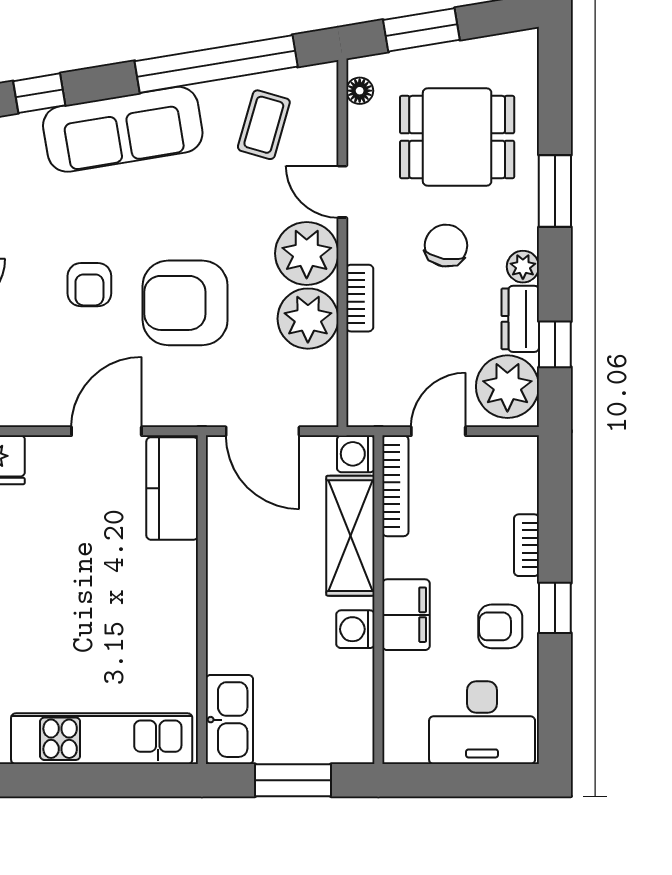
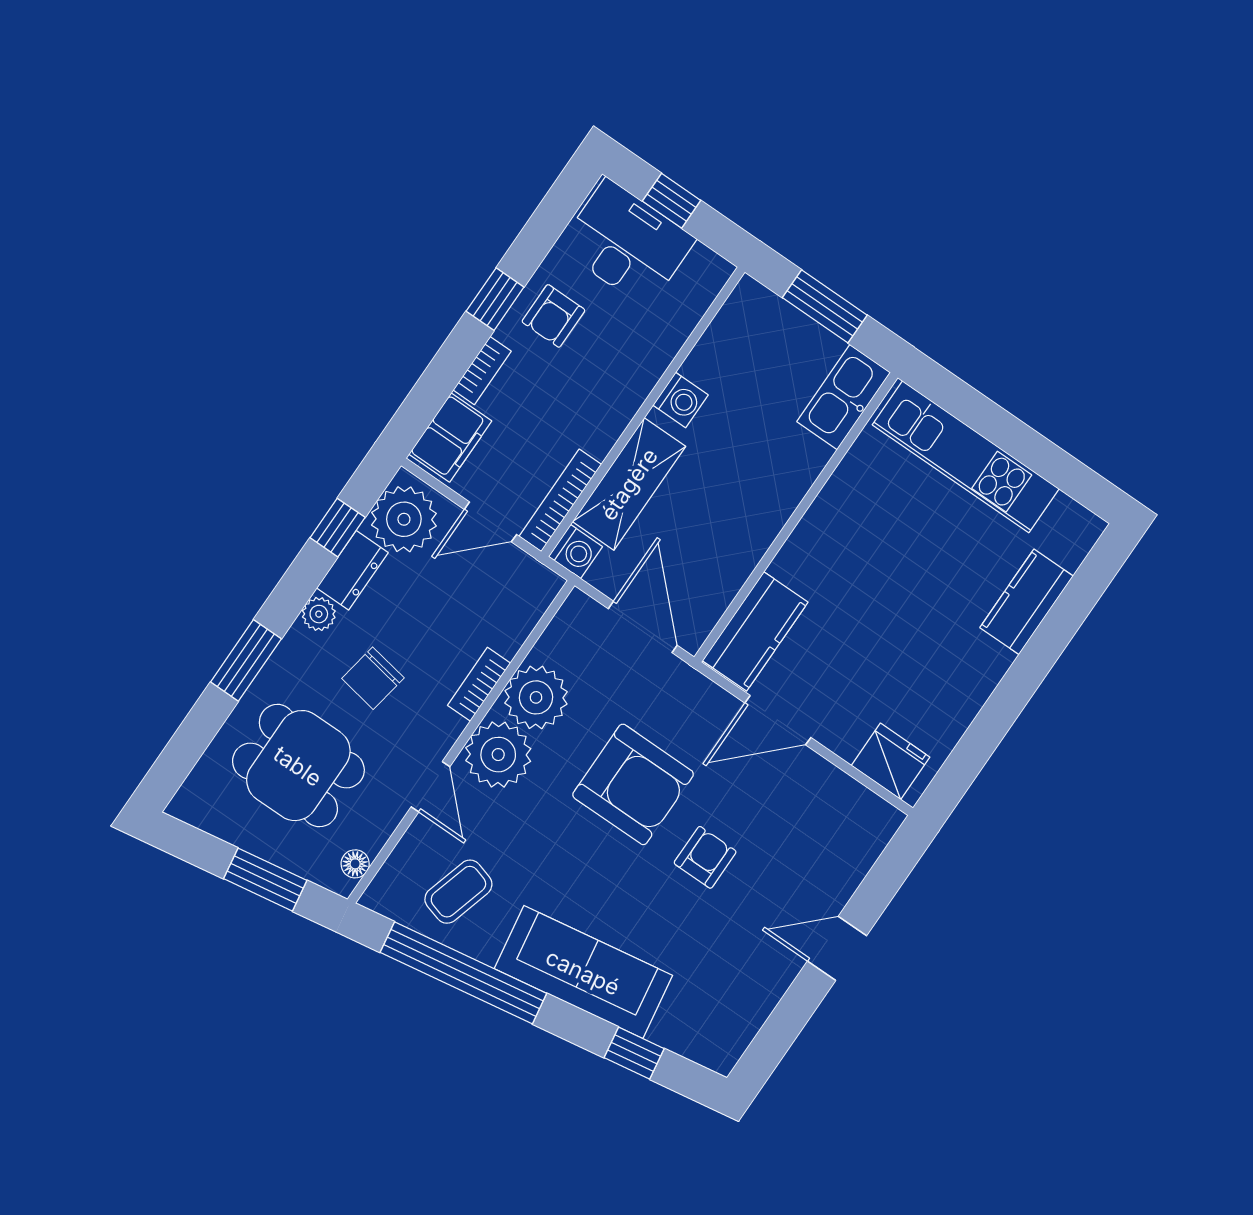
filing cabinet: (406, 615) -> (450, 438), moved, turned 180
armchair: (500, 626) -> (553, 316), turned 90
window: (470, 780) -> (672, 201), added

